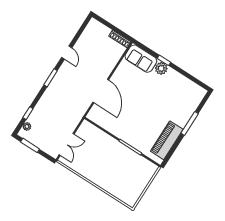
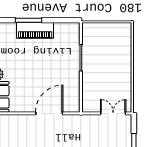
piano: (167, 140) -> (35, 30), moved

